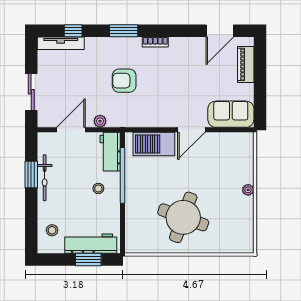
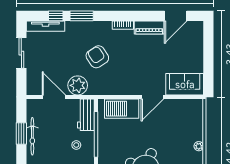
window: (124, 31) -> (82, 16), moved
piano: (246, 64) -> (149, 28), moved, turned -90
armchair: (124, 81) -> (97, 57), turned 57
sliding door: (31, 92) -> (21, 53), moved
plant: (100, 121) -> (78, 85), width x1.88, depth x1.88
door: (71, 130) -> (54, 97), hinge flipped

